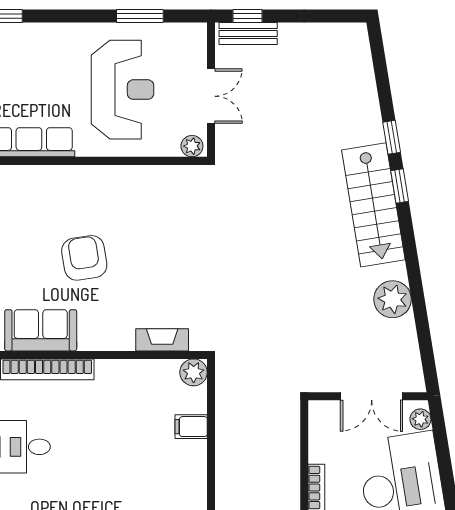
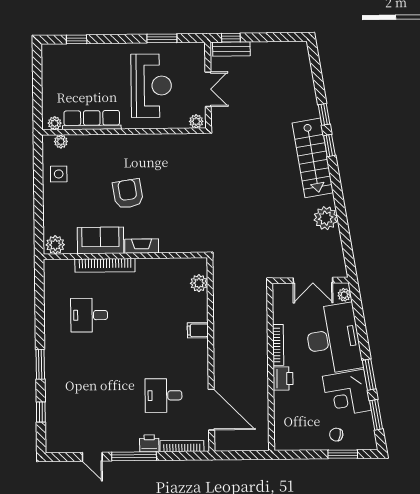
fireplace: (162, 340) -> (142, 246), moved
plant: (194, 372) -> (199, 283), moved
filing cabinet: (191, 427) -> (198, 330), moved

